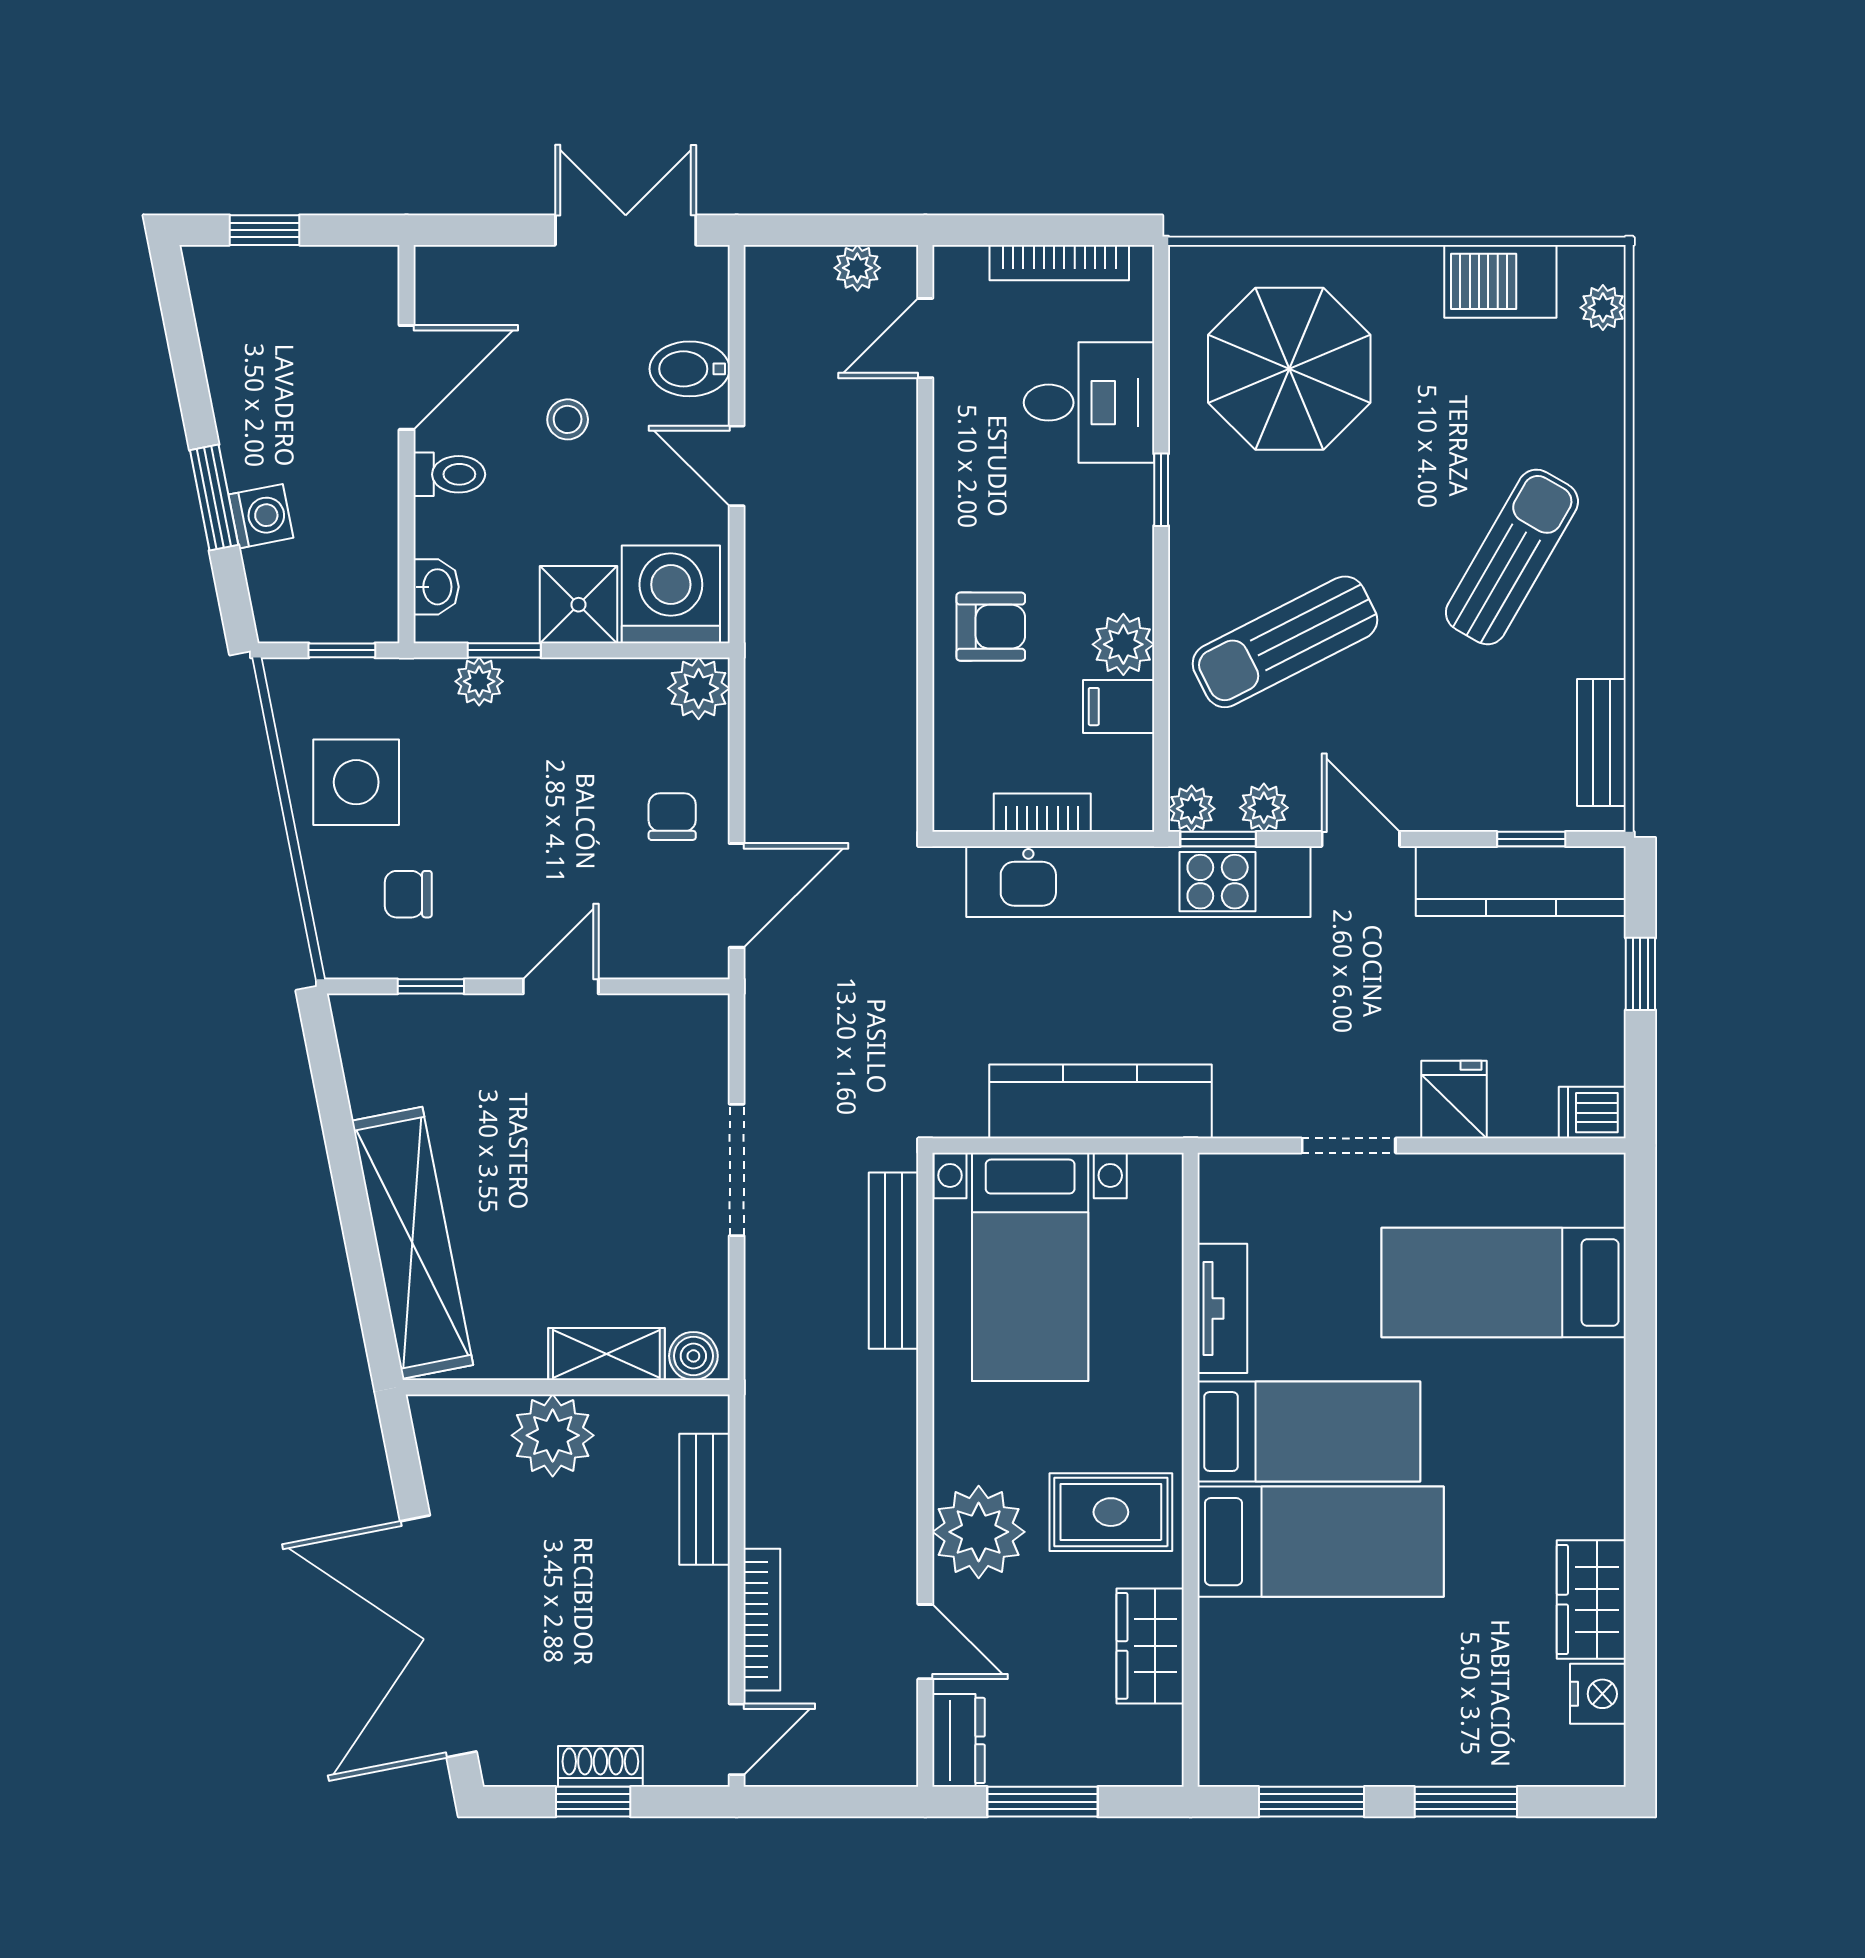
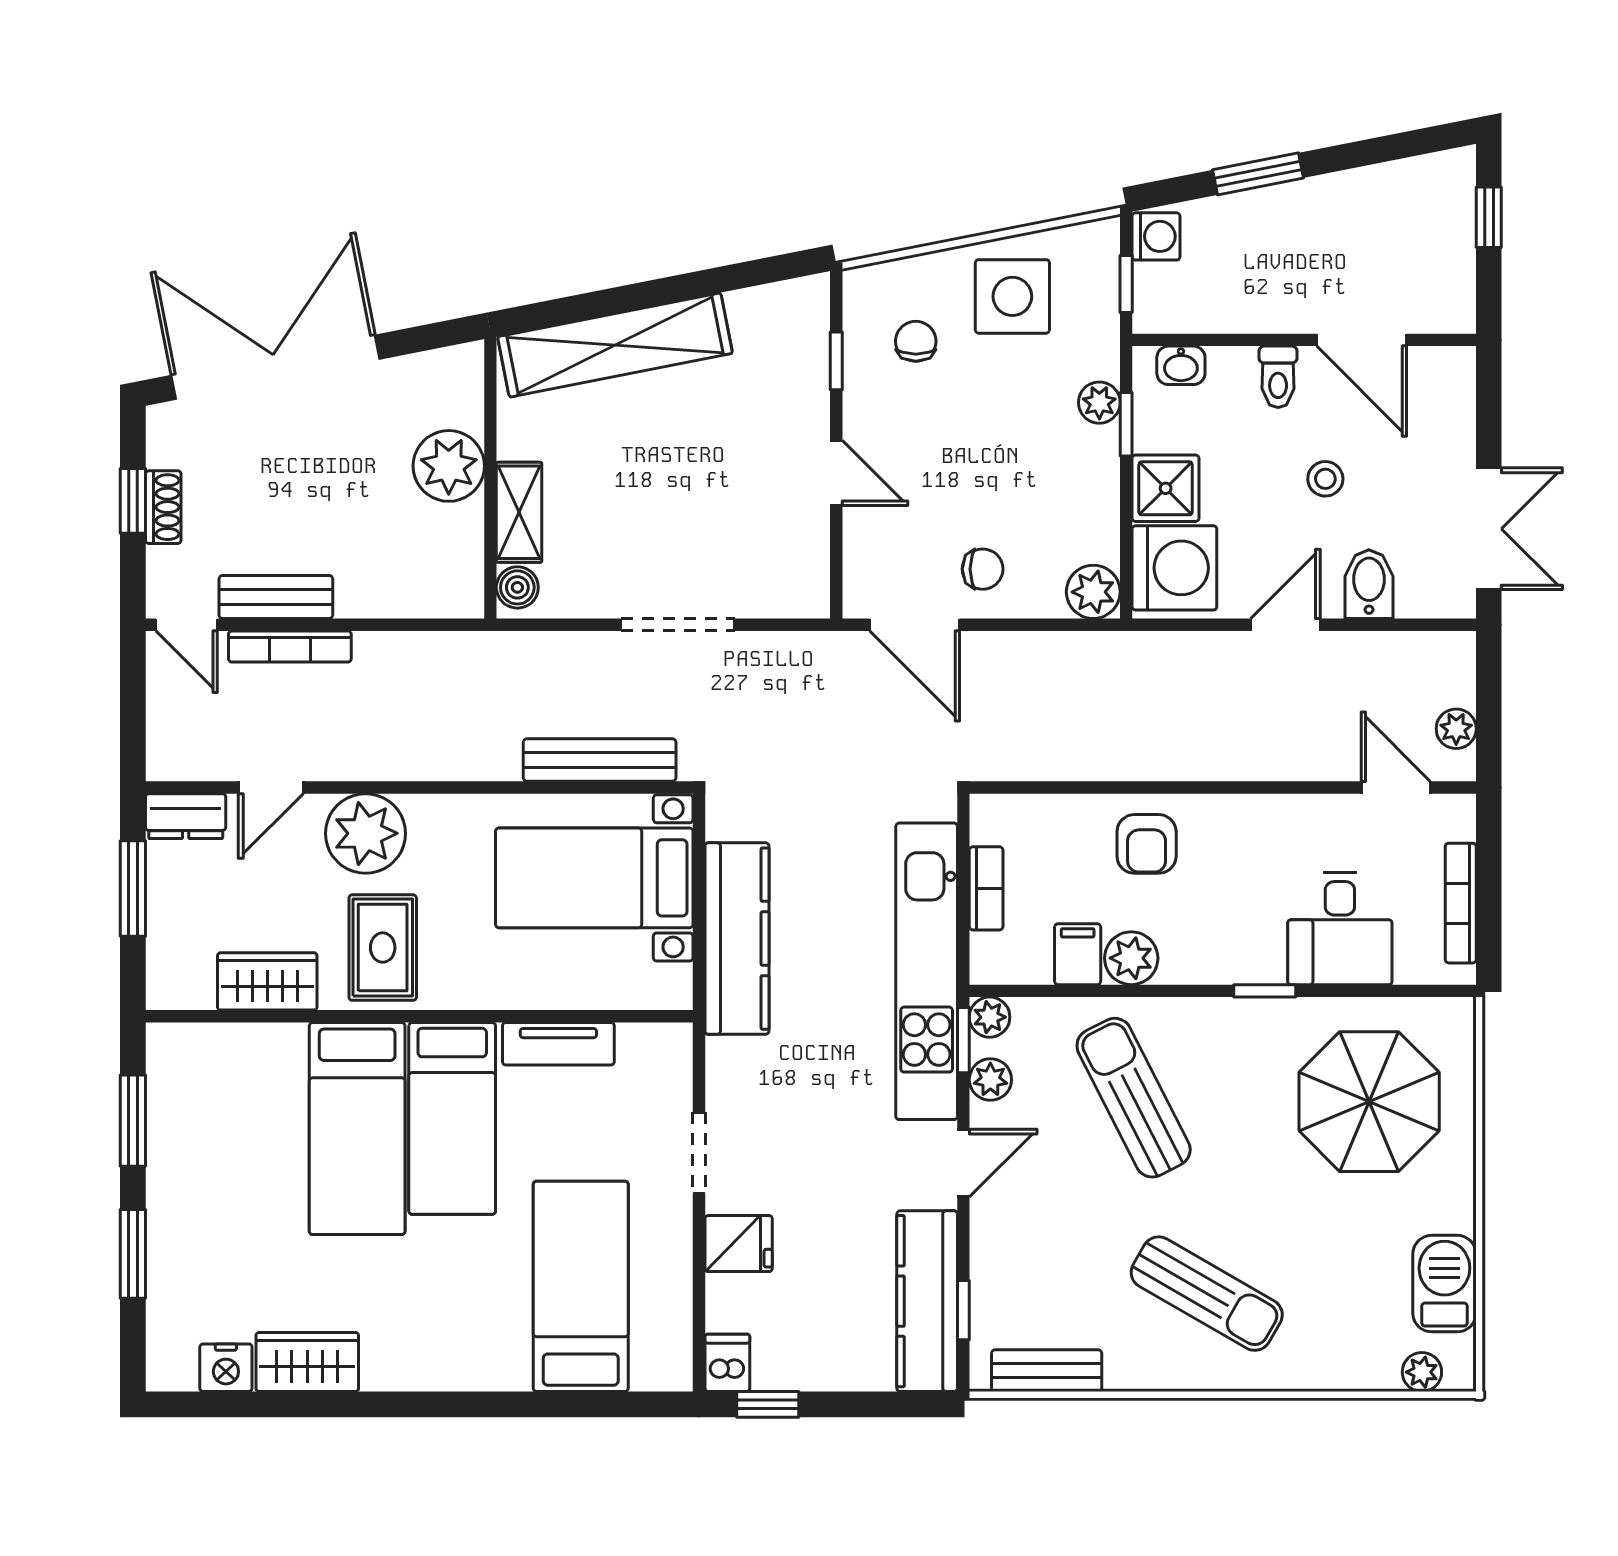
washing machine: (261, 516) -> (1156, 236), moved, turned -79
window: (1640, 974) -> (768, 1404), moved
bench: (705, 1499) -> (276, 597), moved

